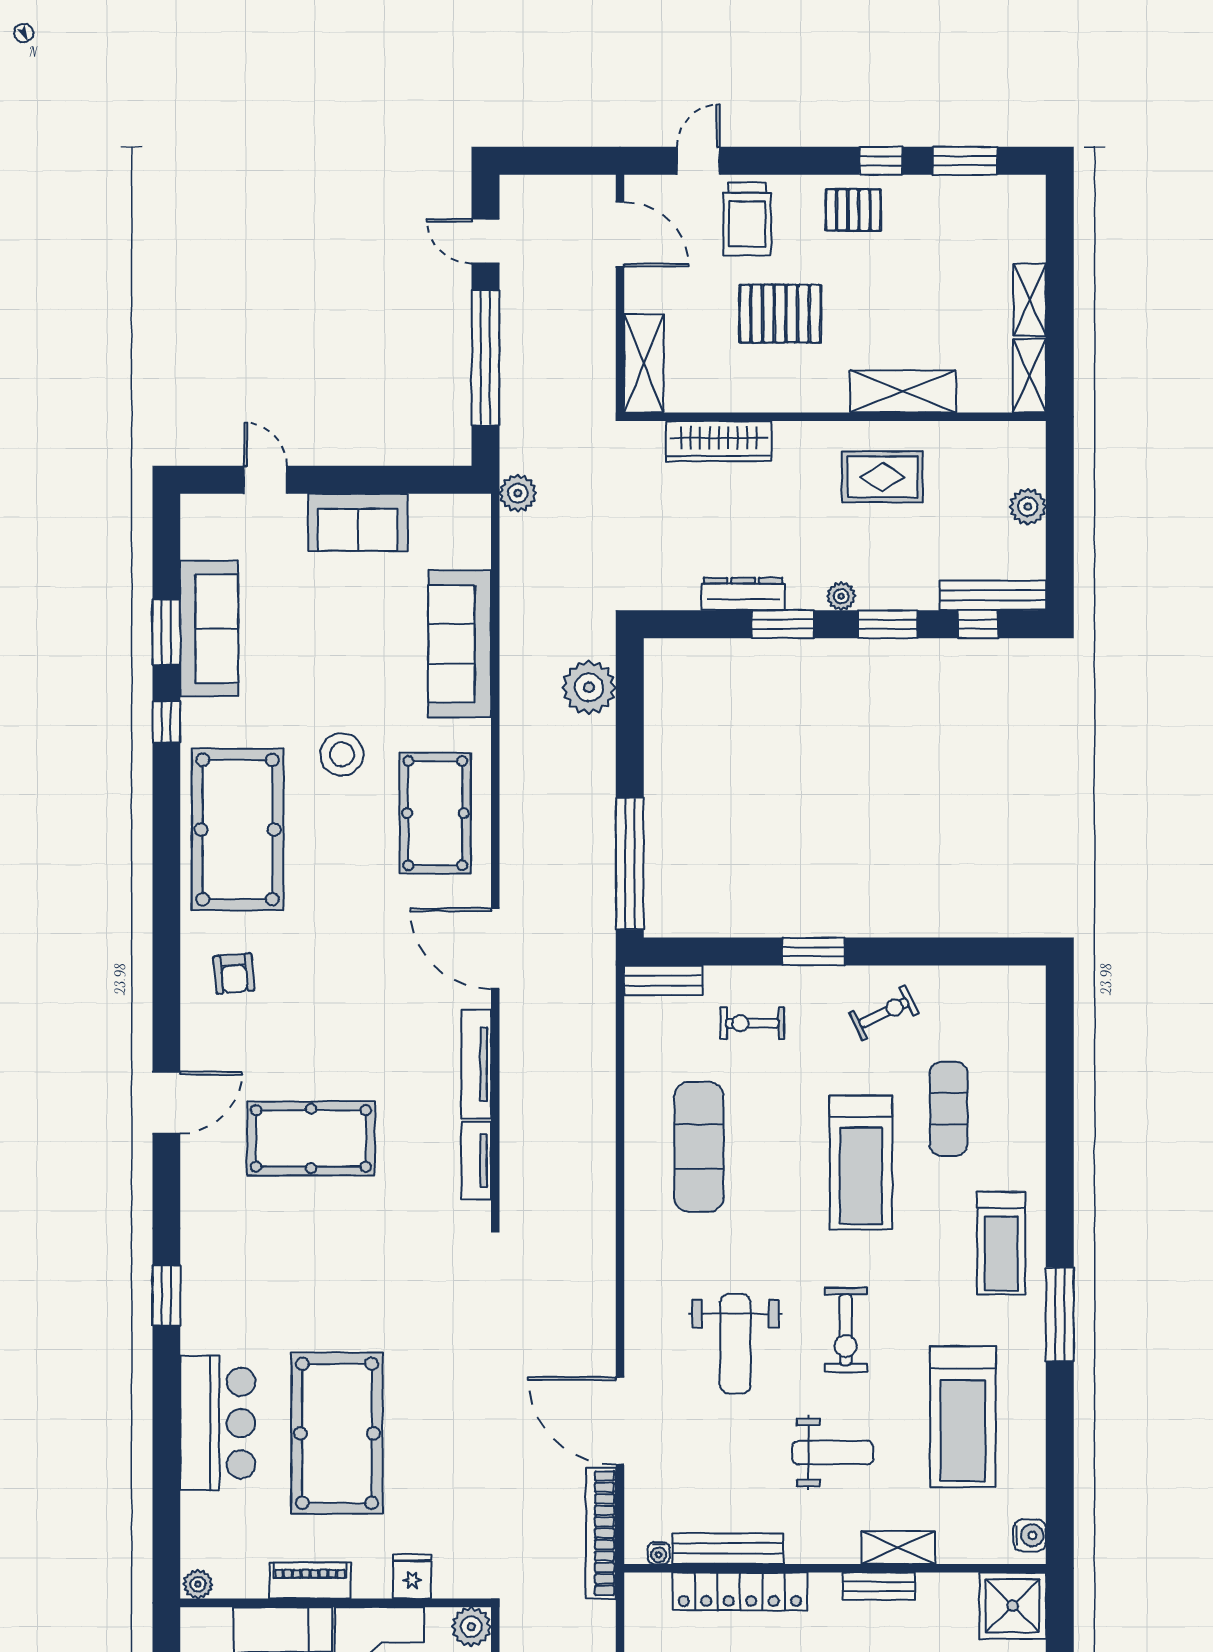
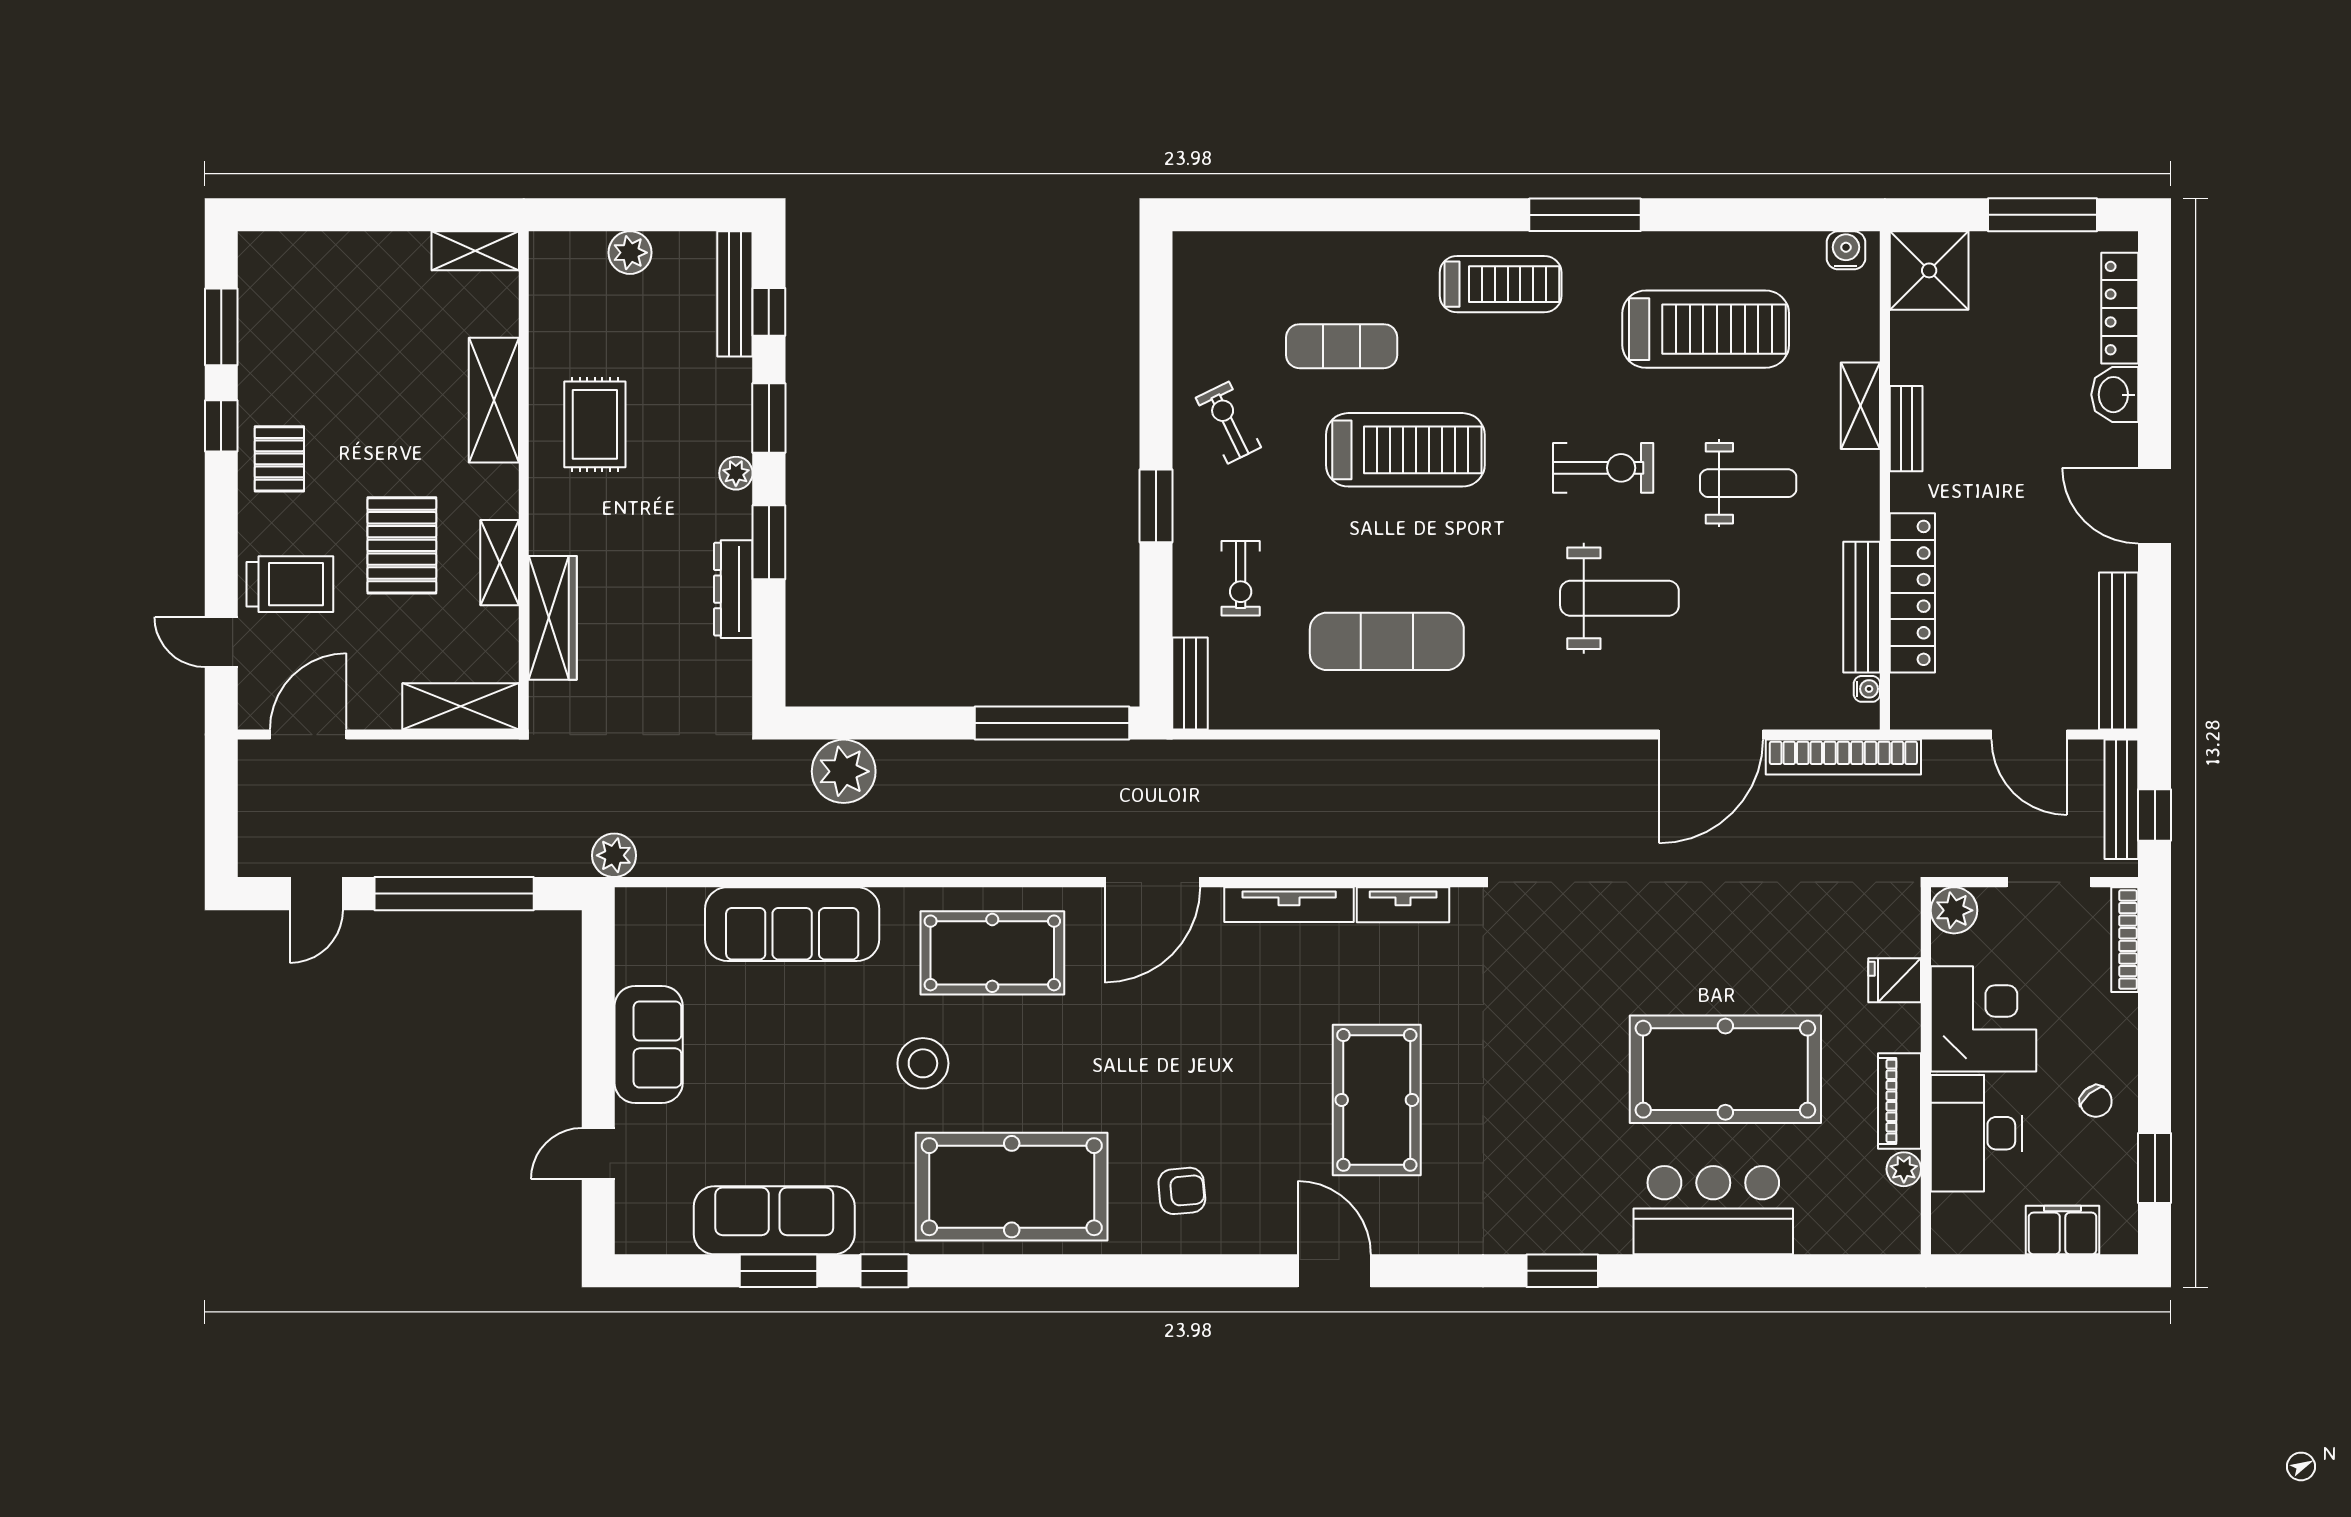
shelving: (1030, 300) -> (500, 563), moved, turned 90
weight bench: (833, 1453) -> (1748, 483), turned 90
plant: (198, 1584) -> (1904, 1169), moved

